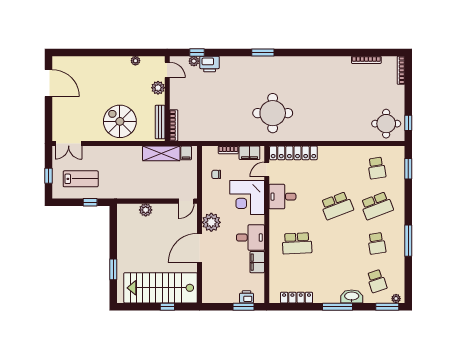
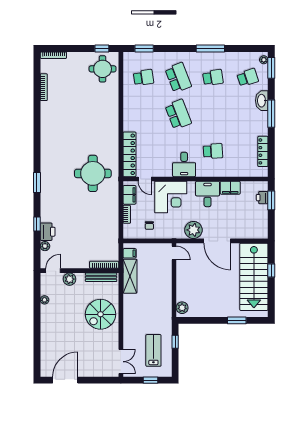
window: (197, 52) -> (37, 224), moved
desk: (282, 197) -> (184, 164), moved
plant: (146, 210) -> (182, 308), moved
school desk: (297, 243) -> (213, 151), width x0.54

